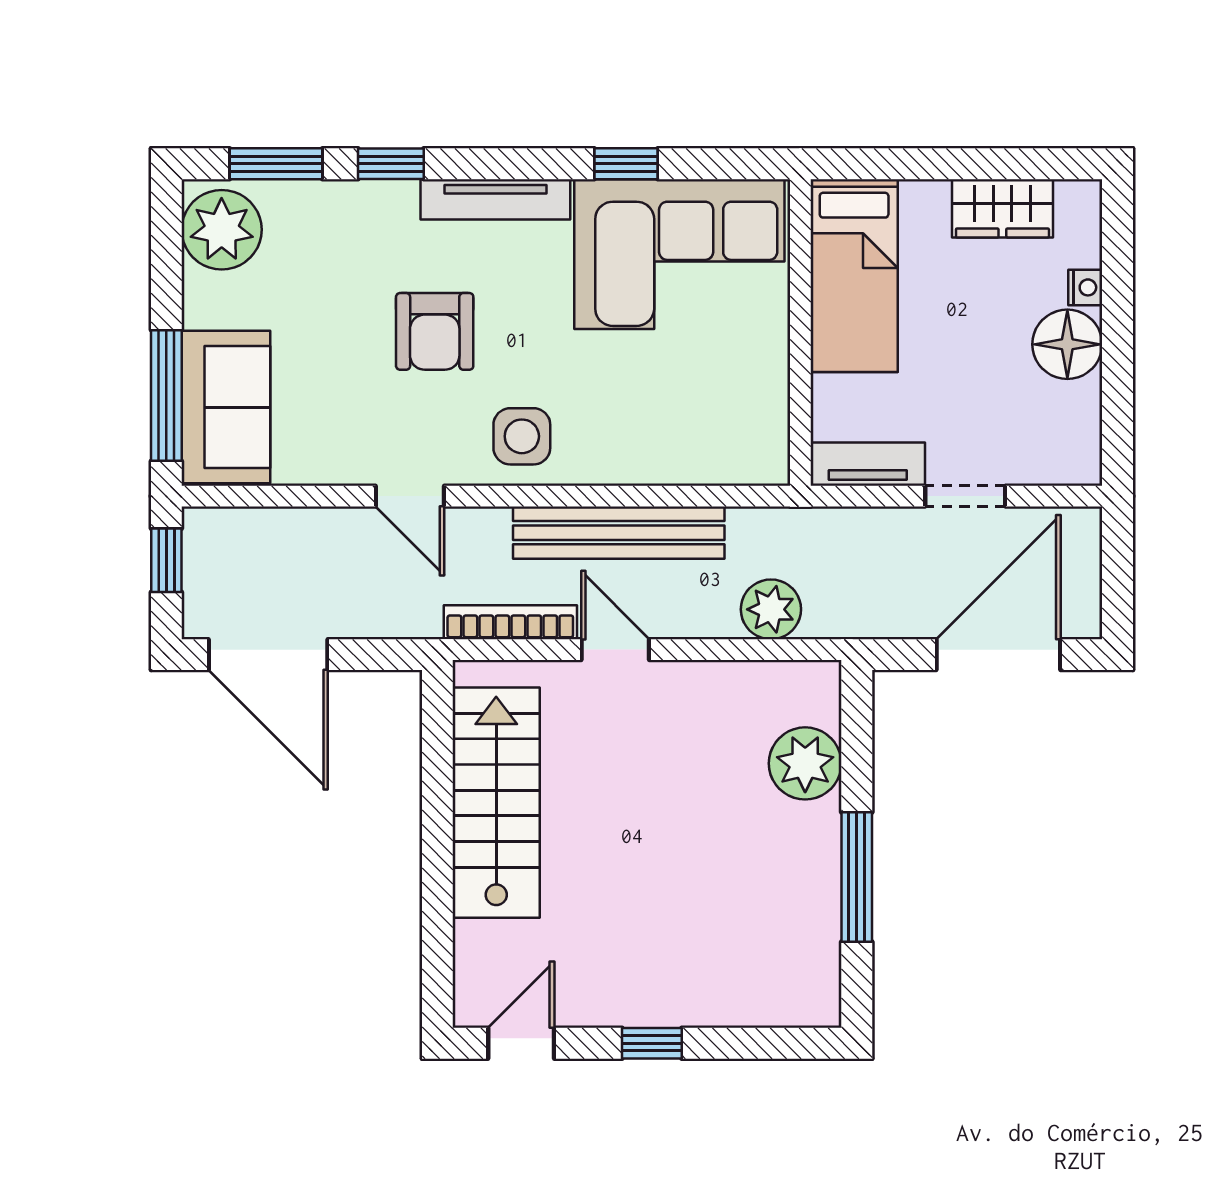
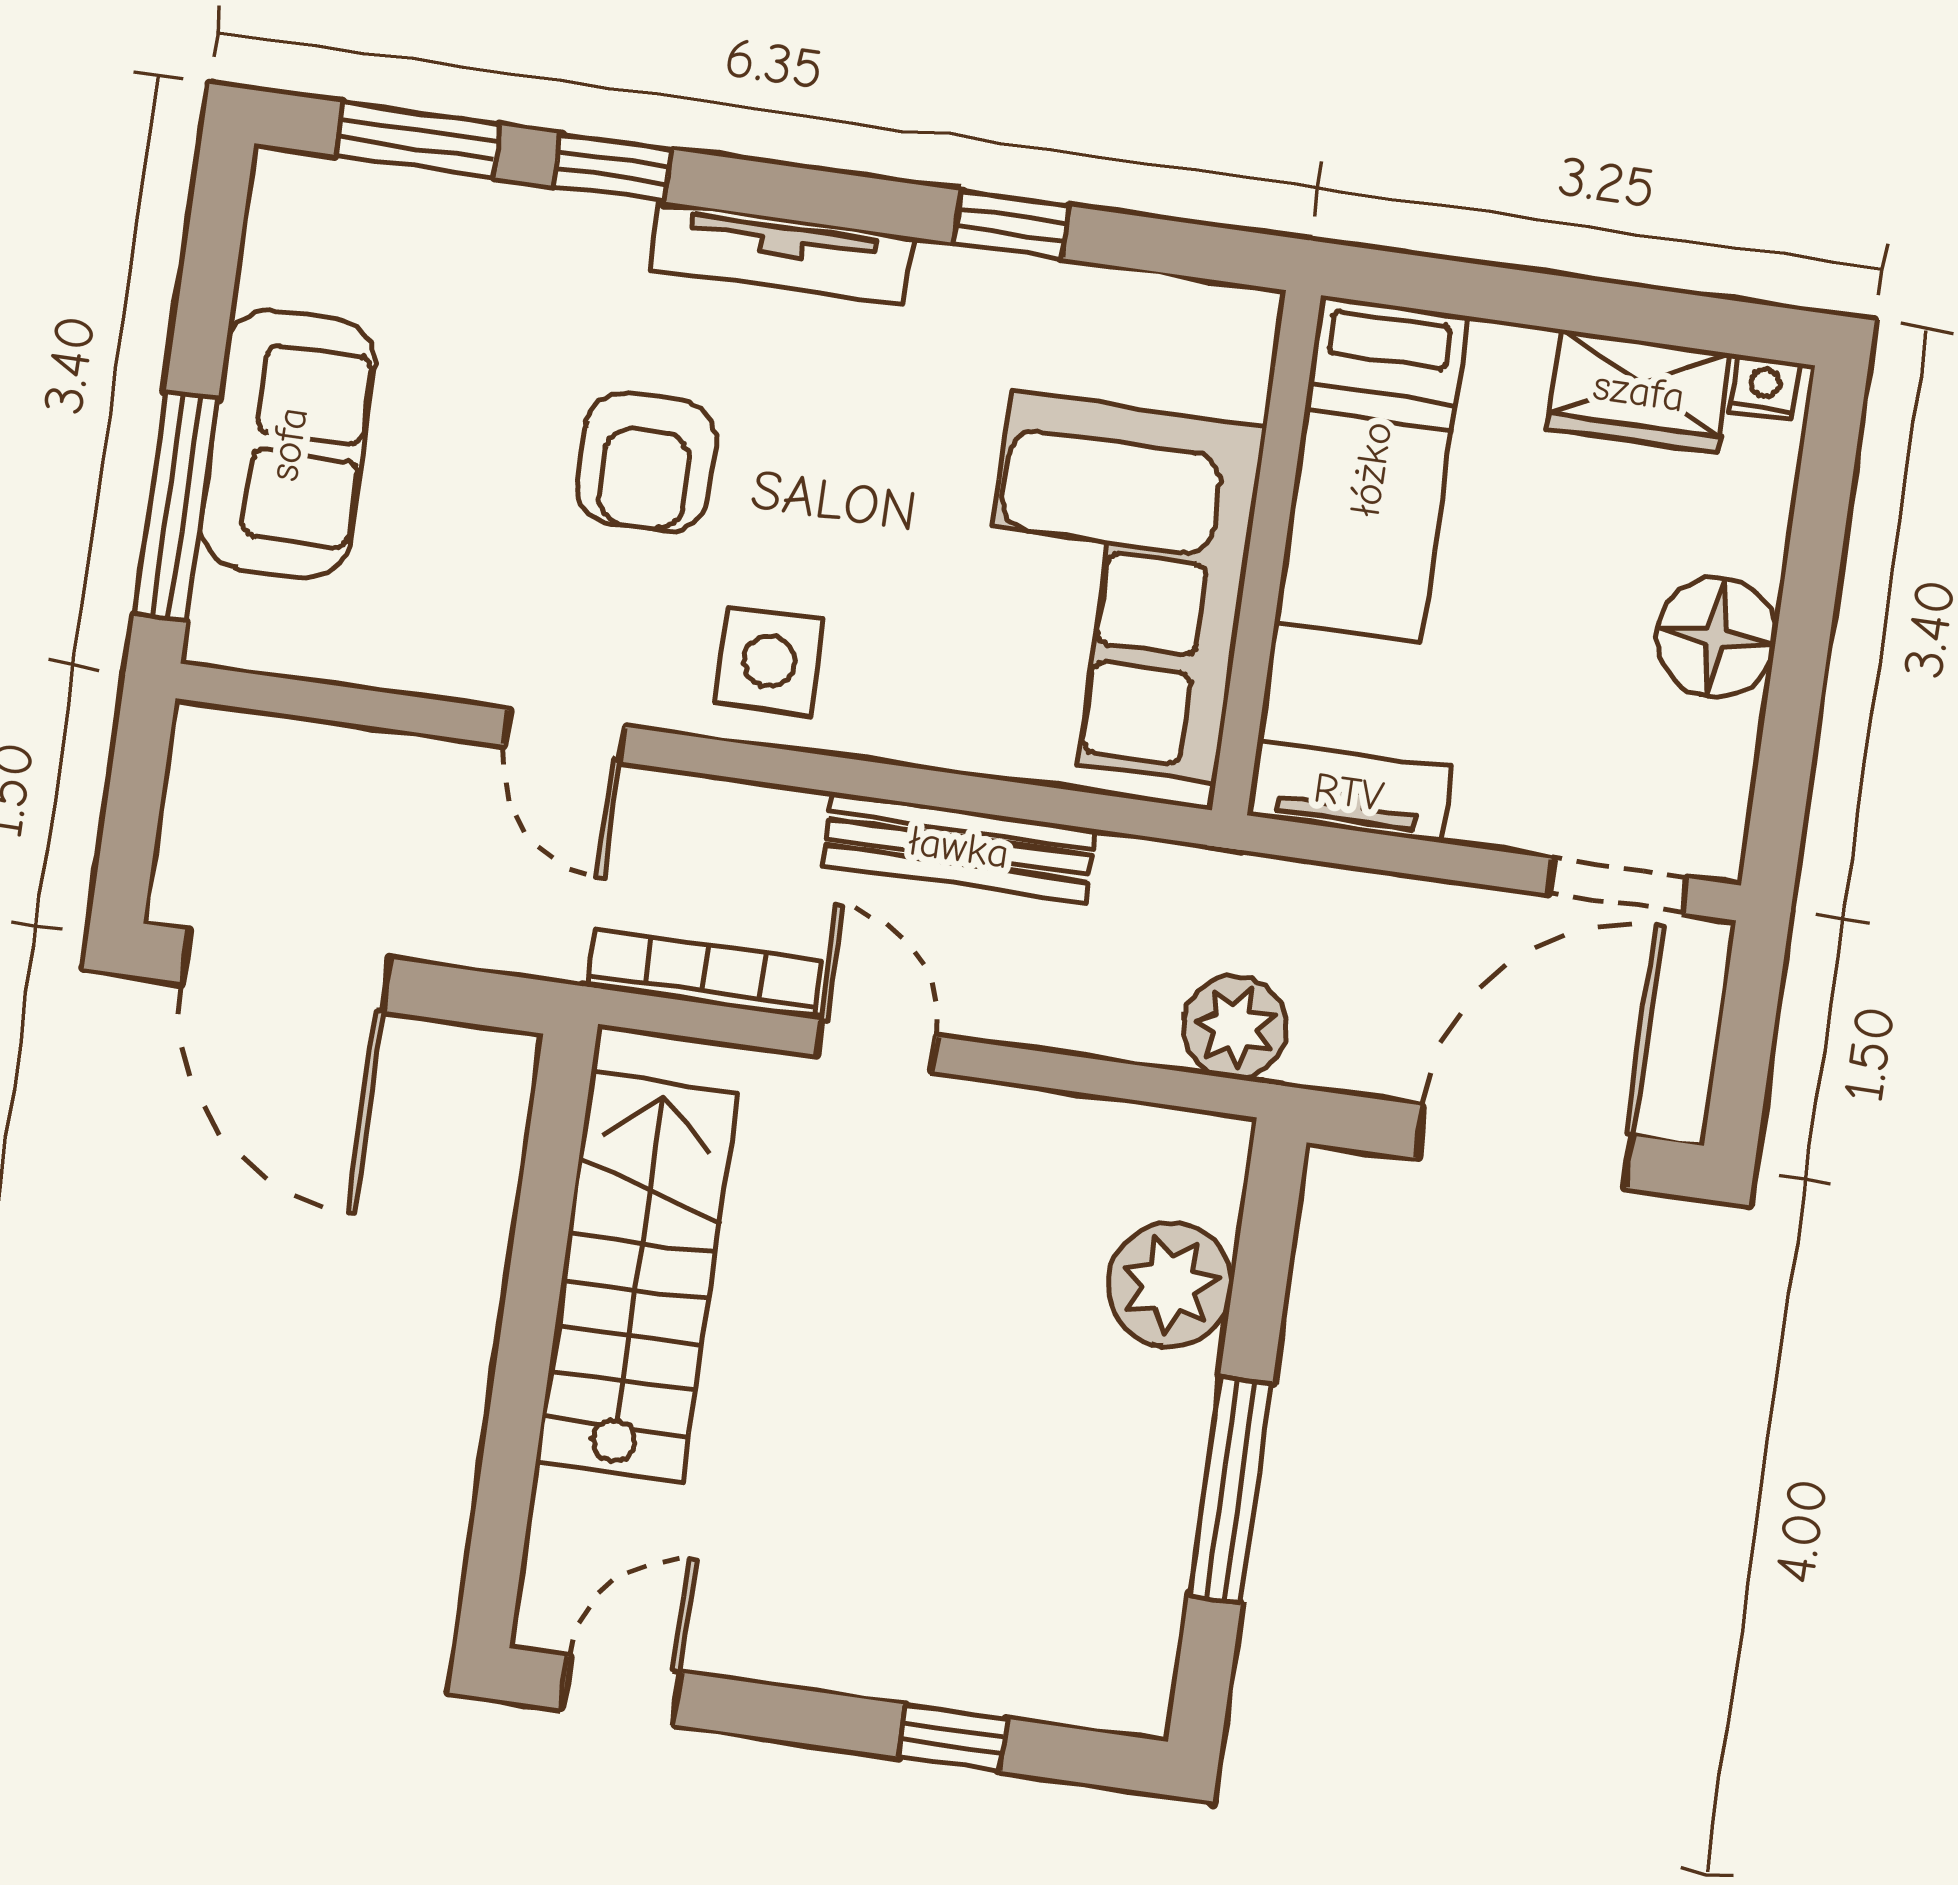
plant: (222, 230) -> (310, 239), removed
corner sofa: (679, 254) -> (1114, 587), moved, turned 90
nightstand: (1085, 287) -> (1765, 387), moved, turned -90
sofa: (226, 407) -> (288, 444), moved
doorway: (965, 496) -> (1617, 886), moved
bench: (619, 533) -> (959, 847), width x0.73, depth x0.82
window: (166, 560) -> (136, 786), removed
plant: (771, 609) -> (1235, 1027), moved
window: (652, 1043) -> (953, 1738), moved

